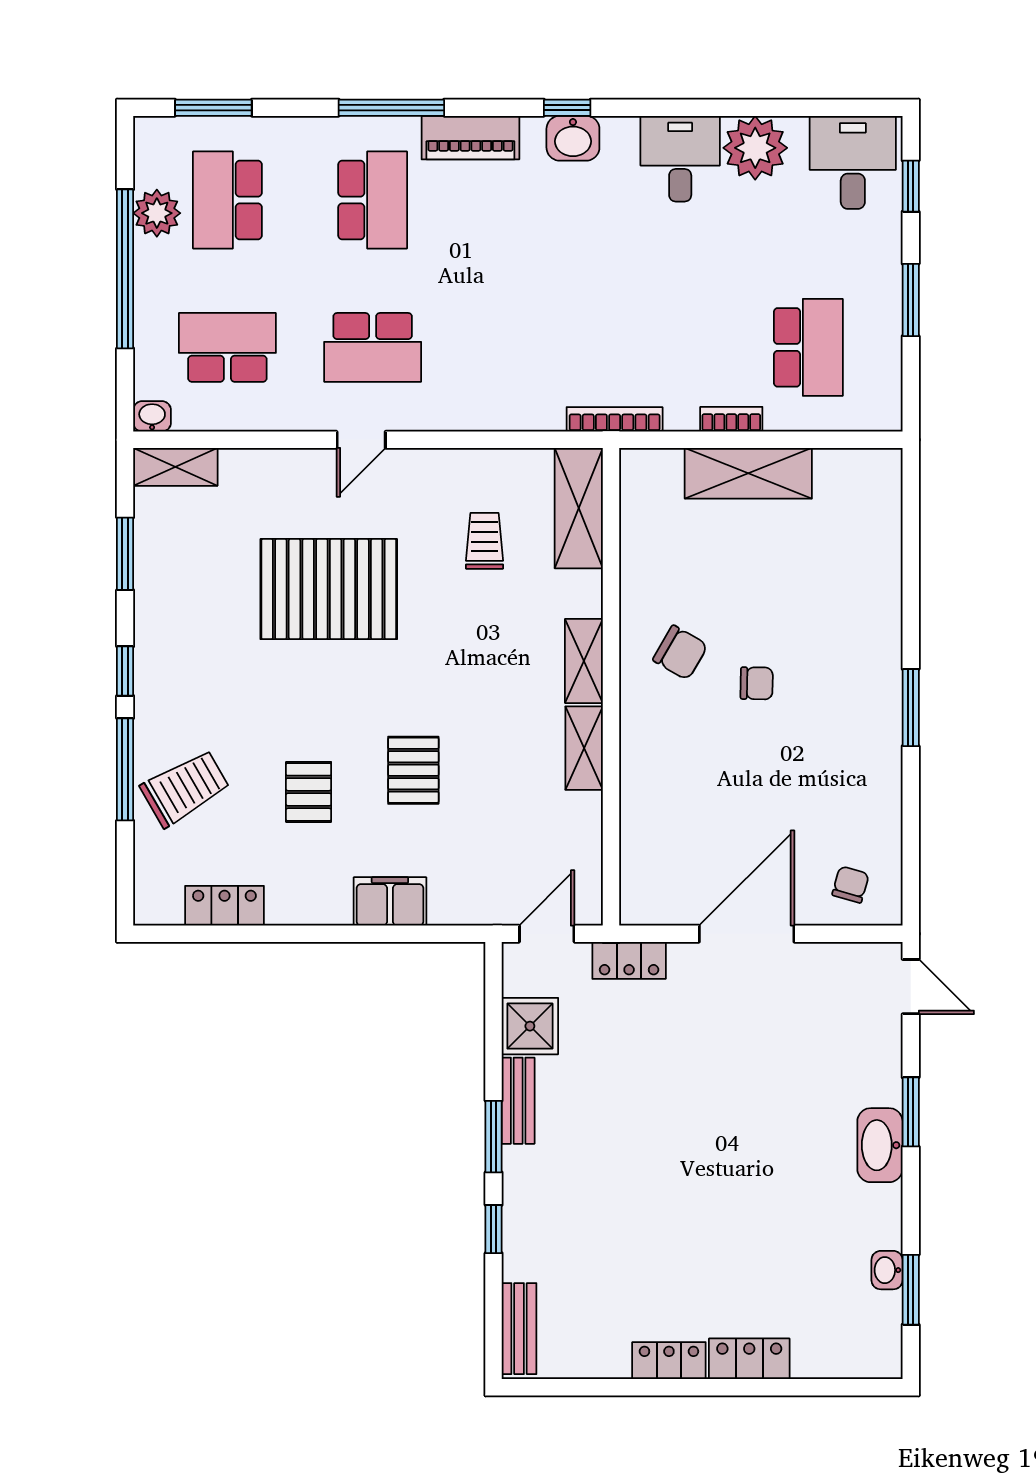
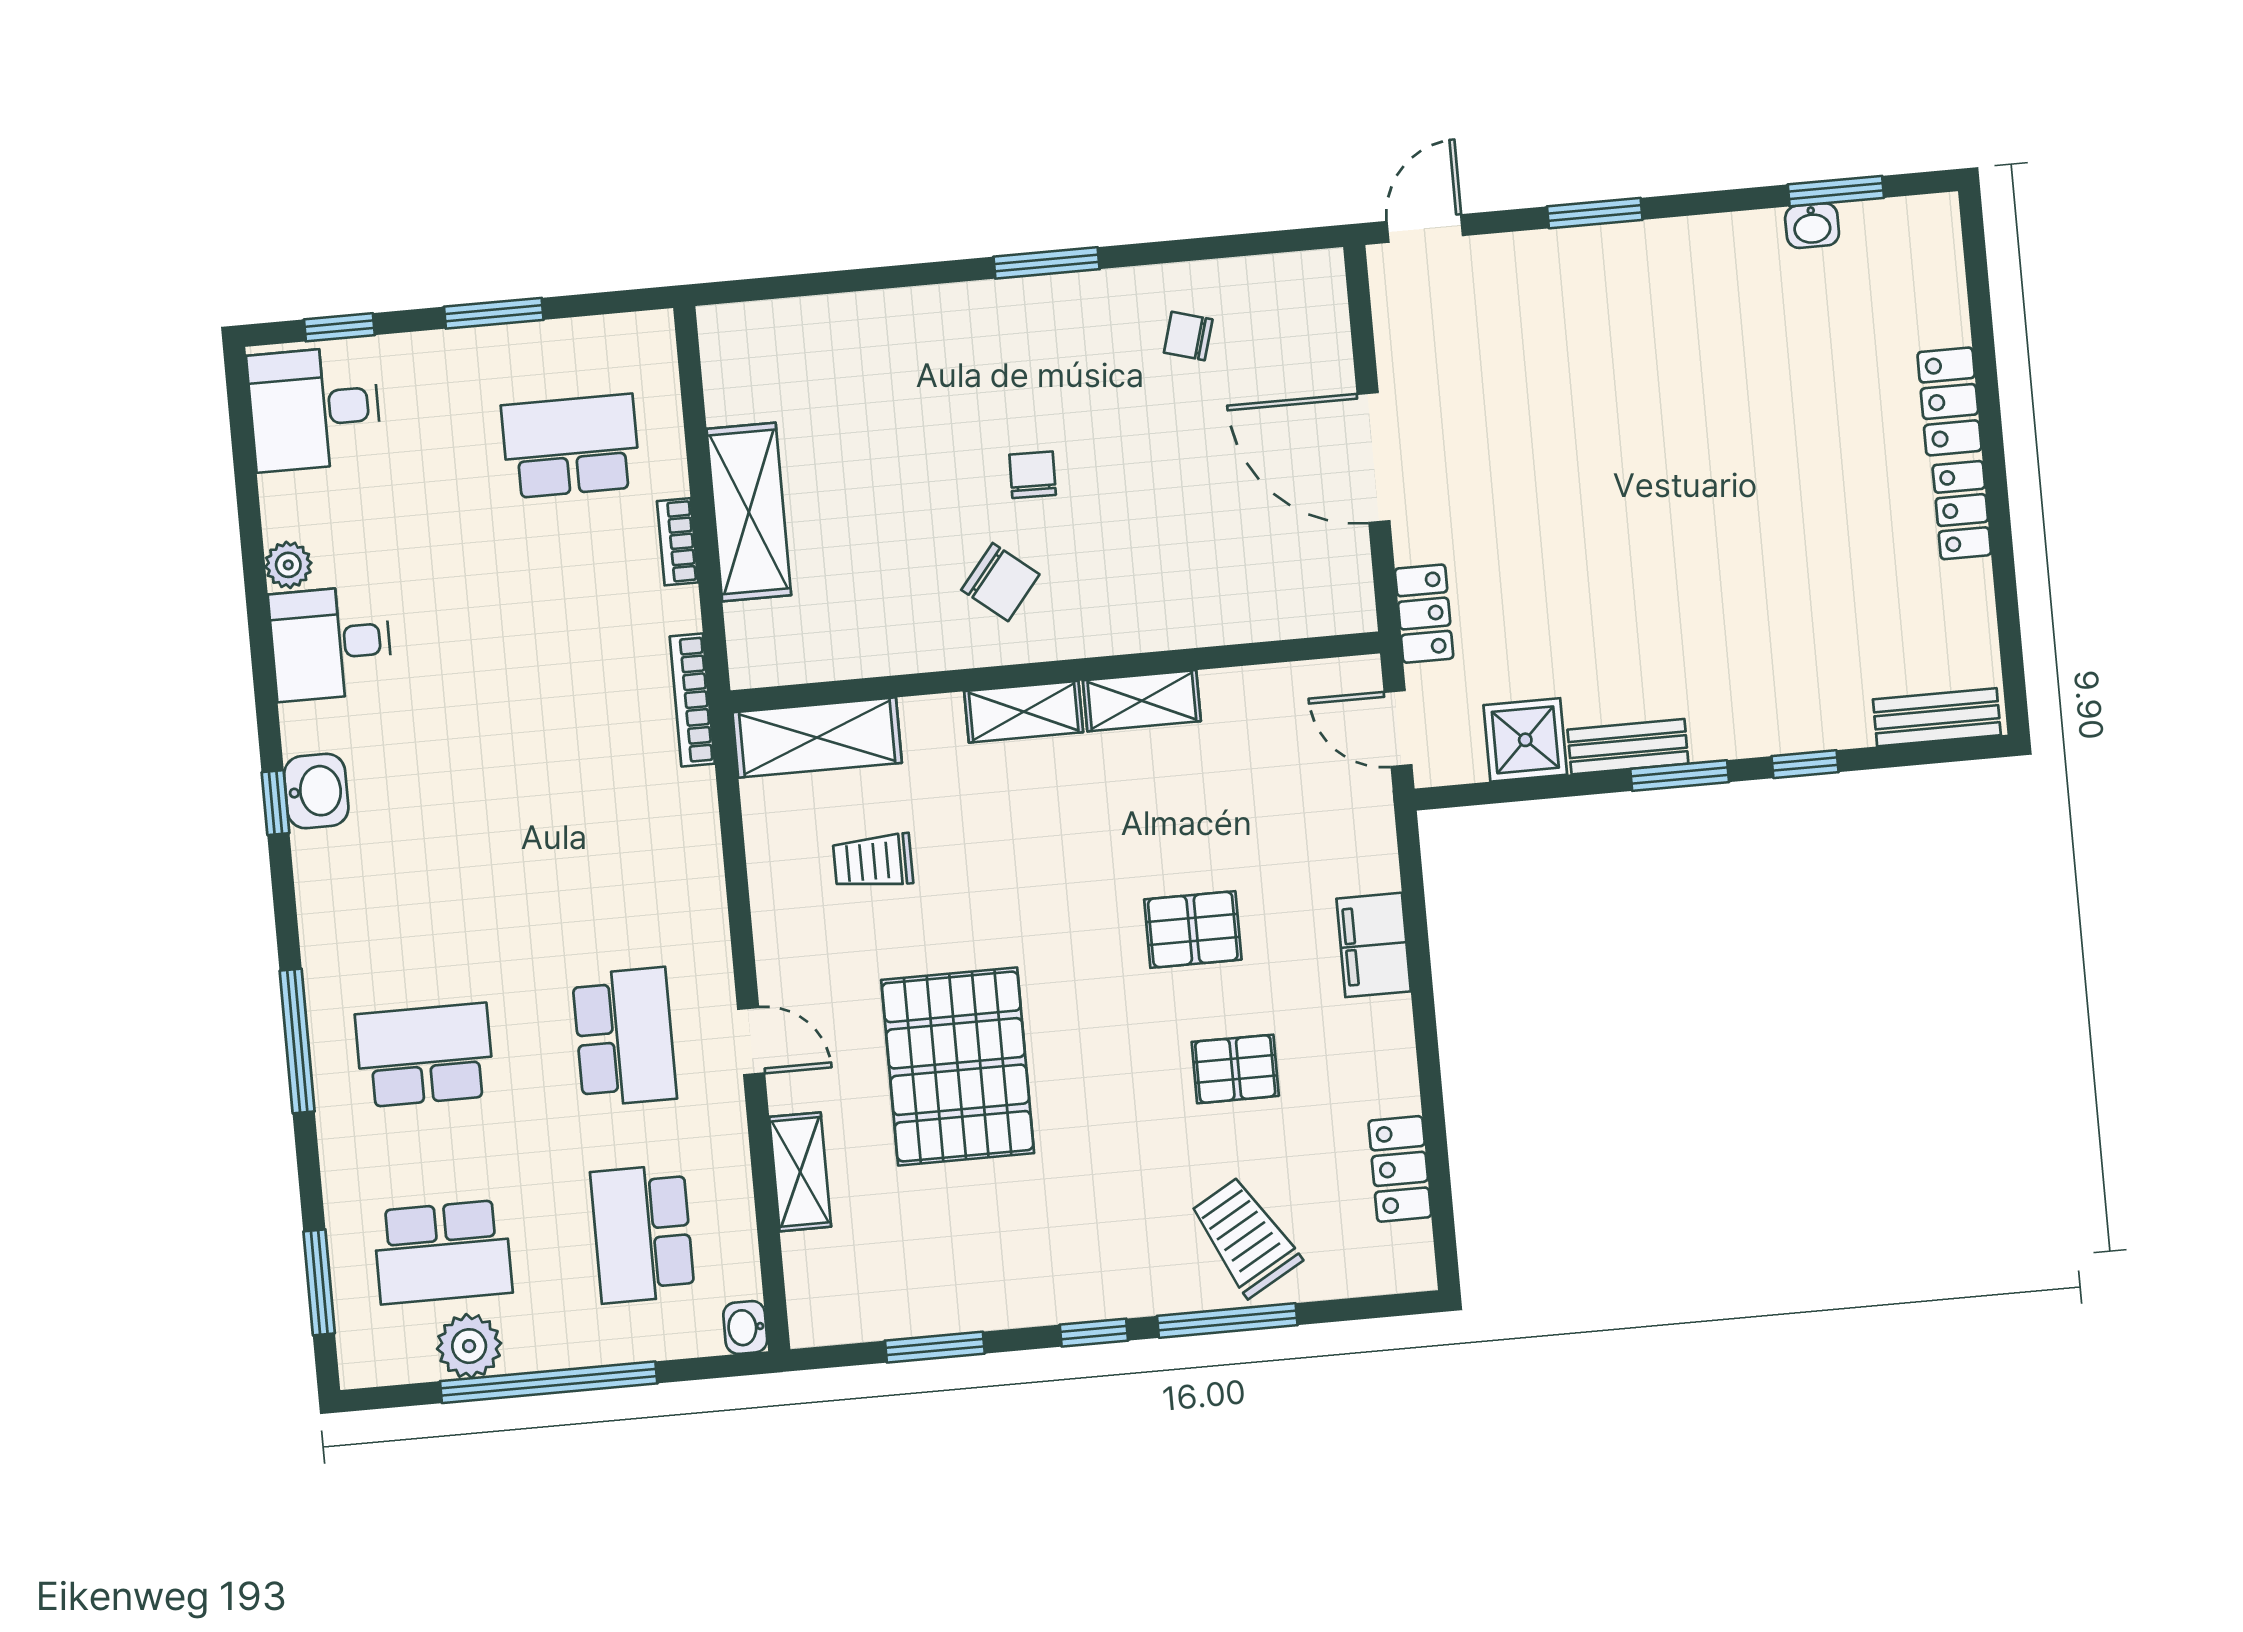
piano: (470, 138) -> (328, 930), removed
plant: (755, 148) -> (288, 565), width x0.53, depth x0.53
shelving: (175, 467) -> (800, 1172), moved
chair: (680, 653) -> (1000, 582), turned 99
chair: (851, 885) -> (1188, 336), moved
washbasin: (880, 1145) -> (1644, 251), removed

